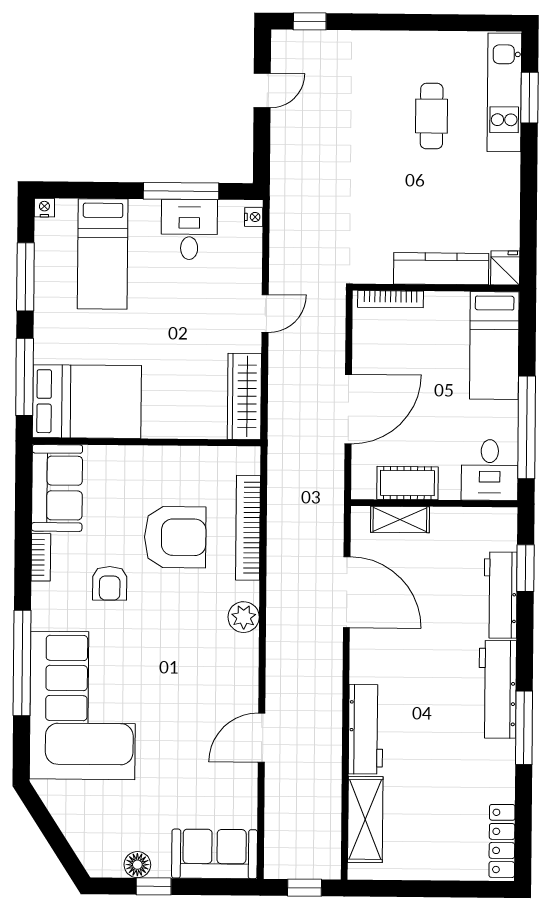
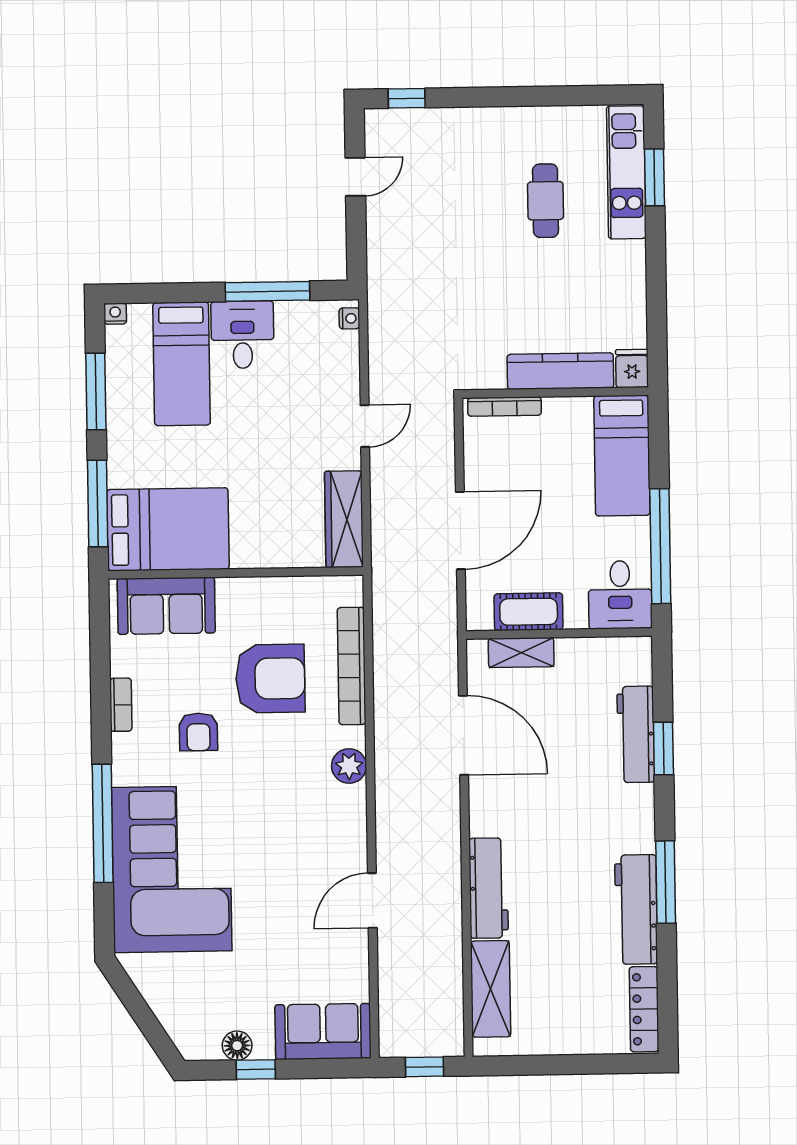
desk: (189, 230) -> (243, 335), moved
sofa: (57, 488) -> (166, 606), moved, turned 90
window: (525, 568) -> (663, 749), moved
workbench: (498, 689) -> (636, 909), moved

